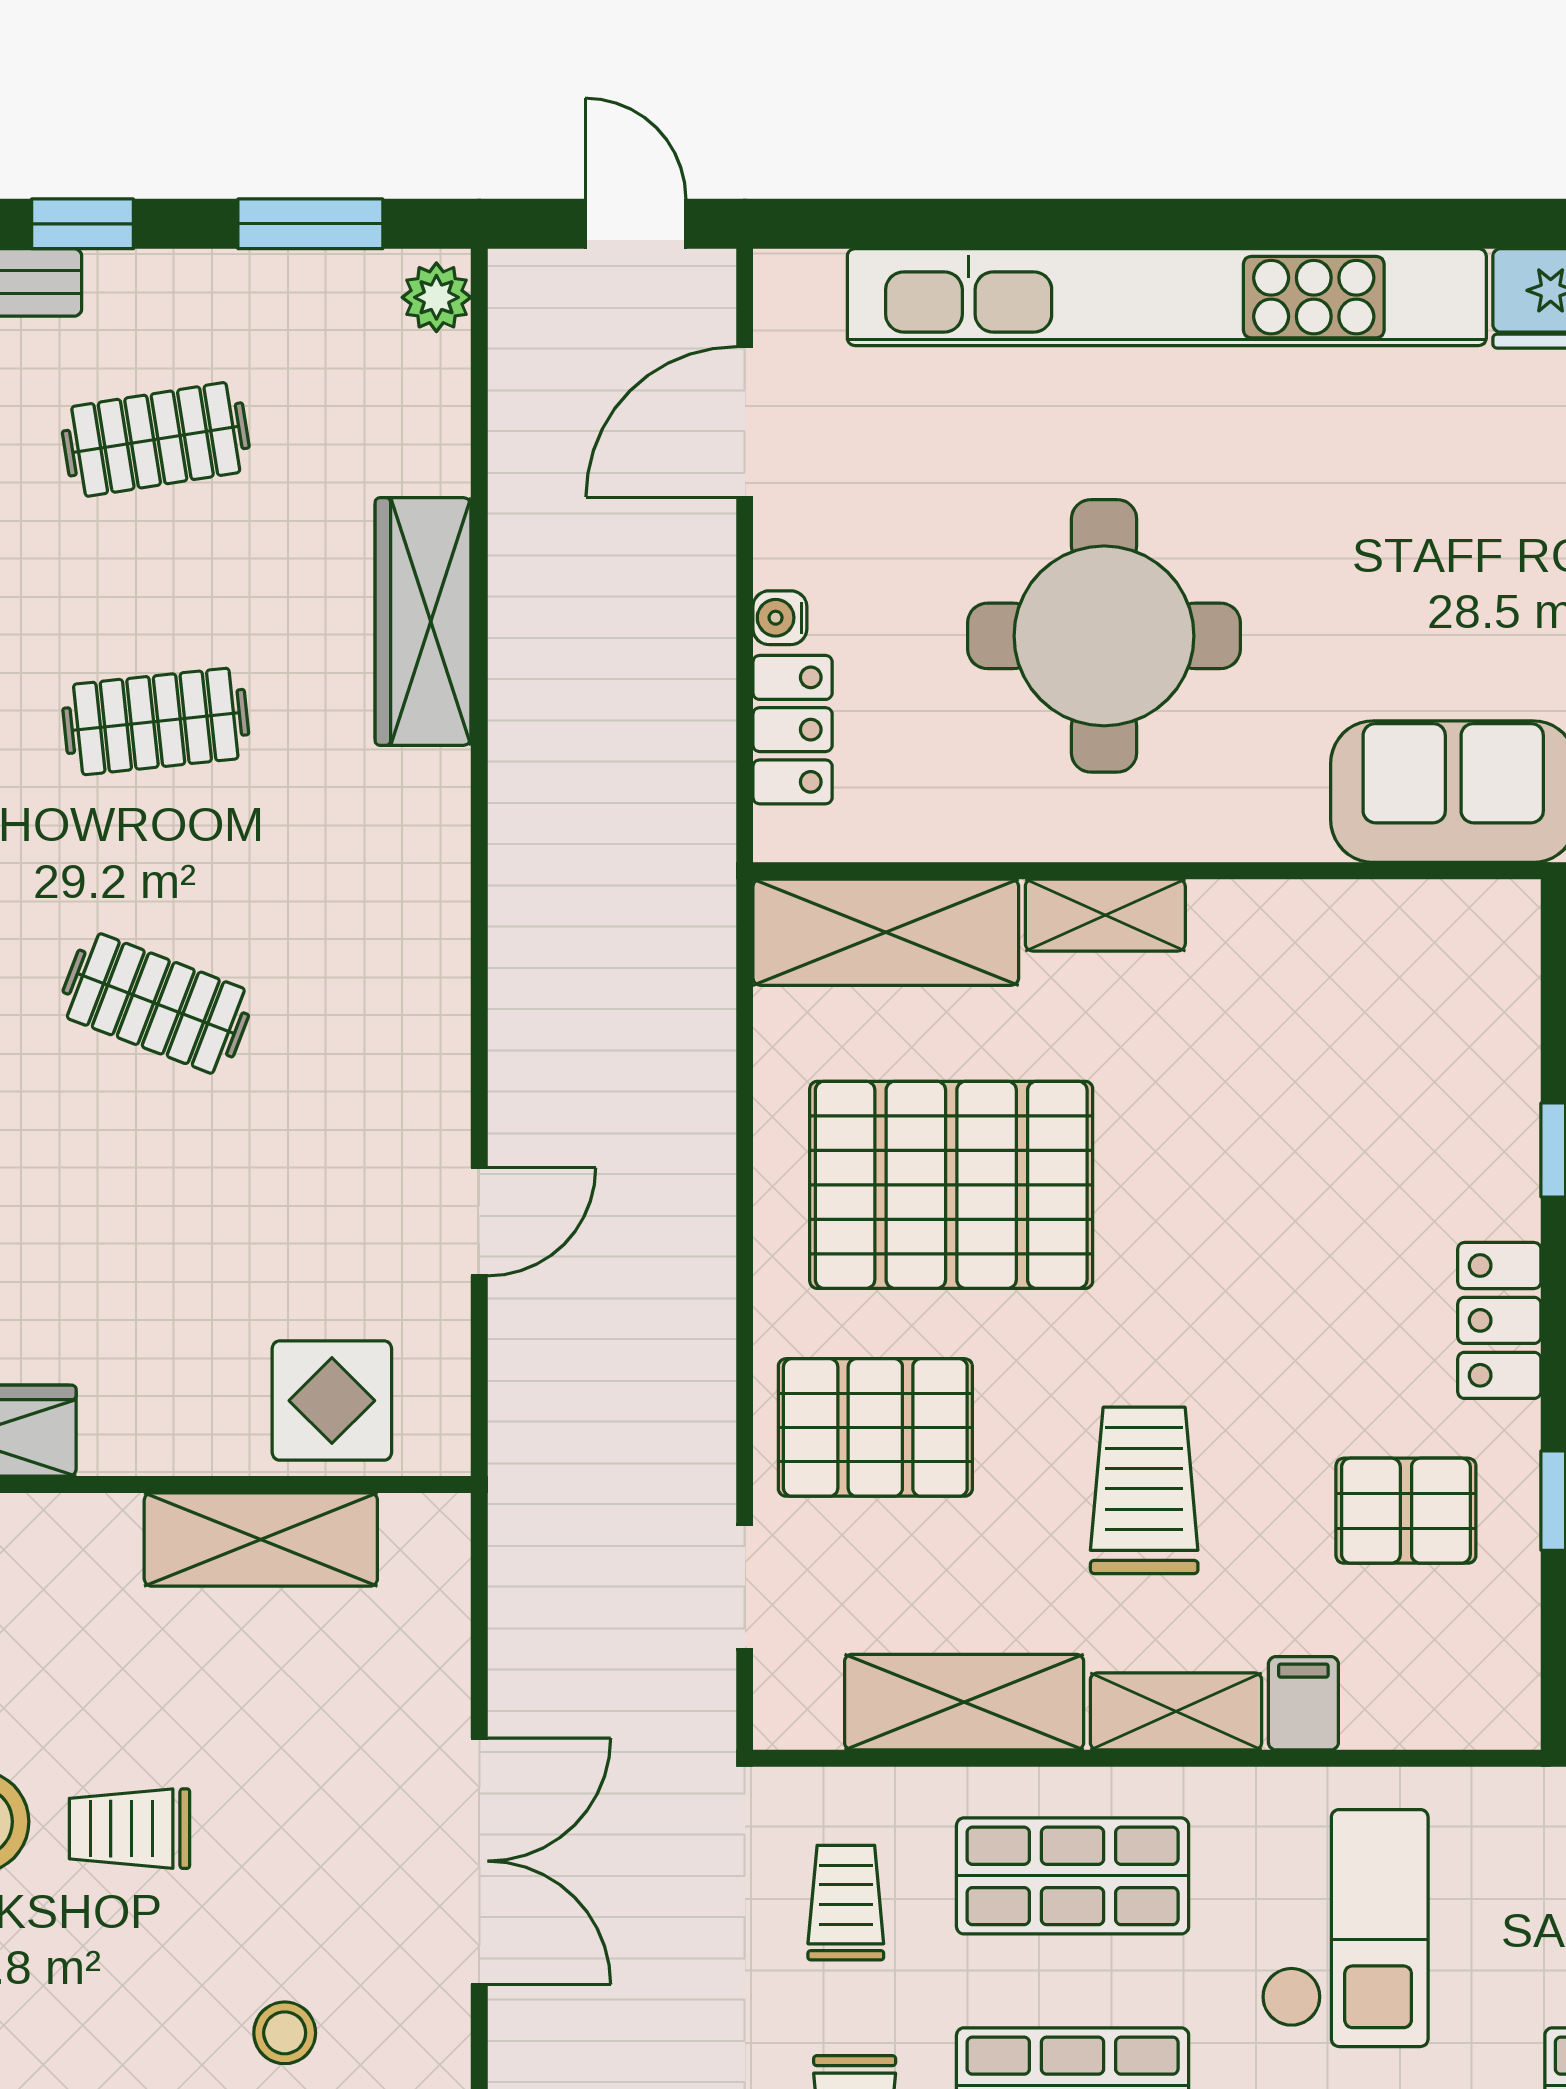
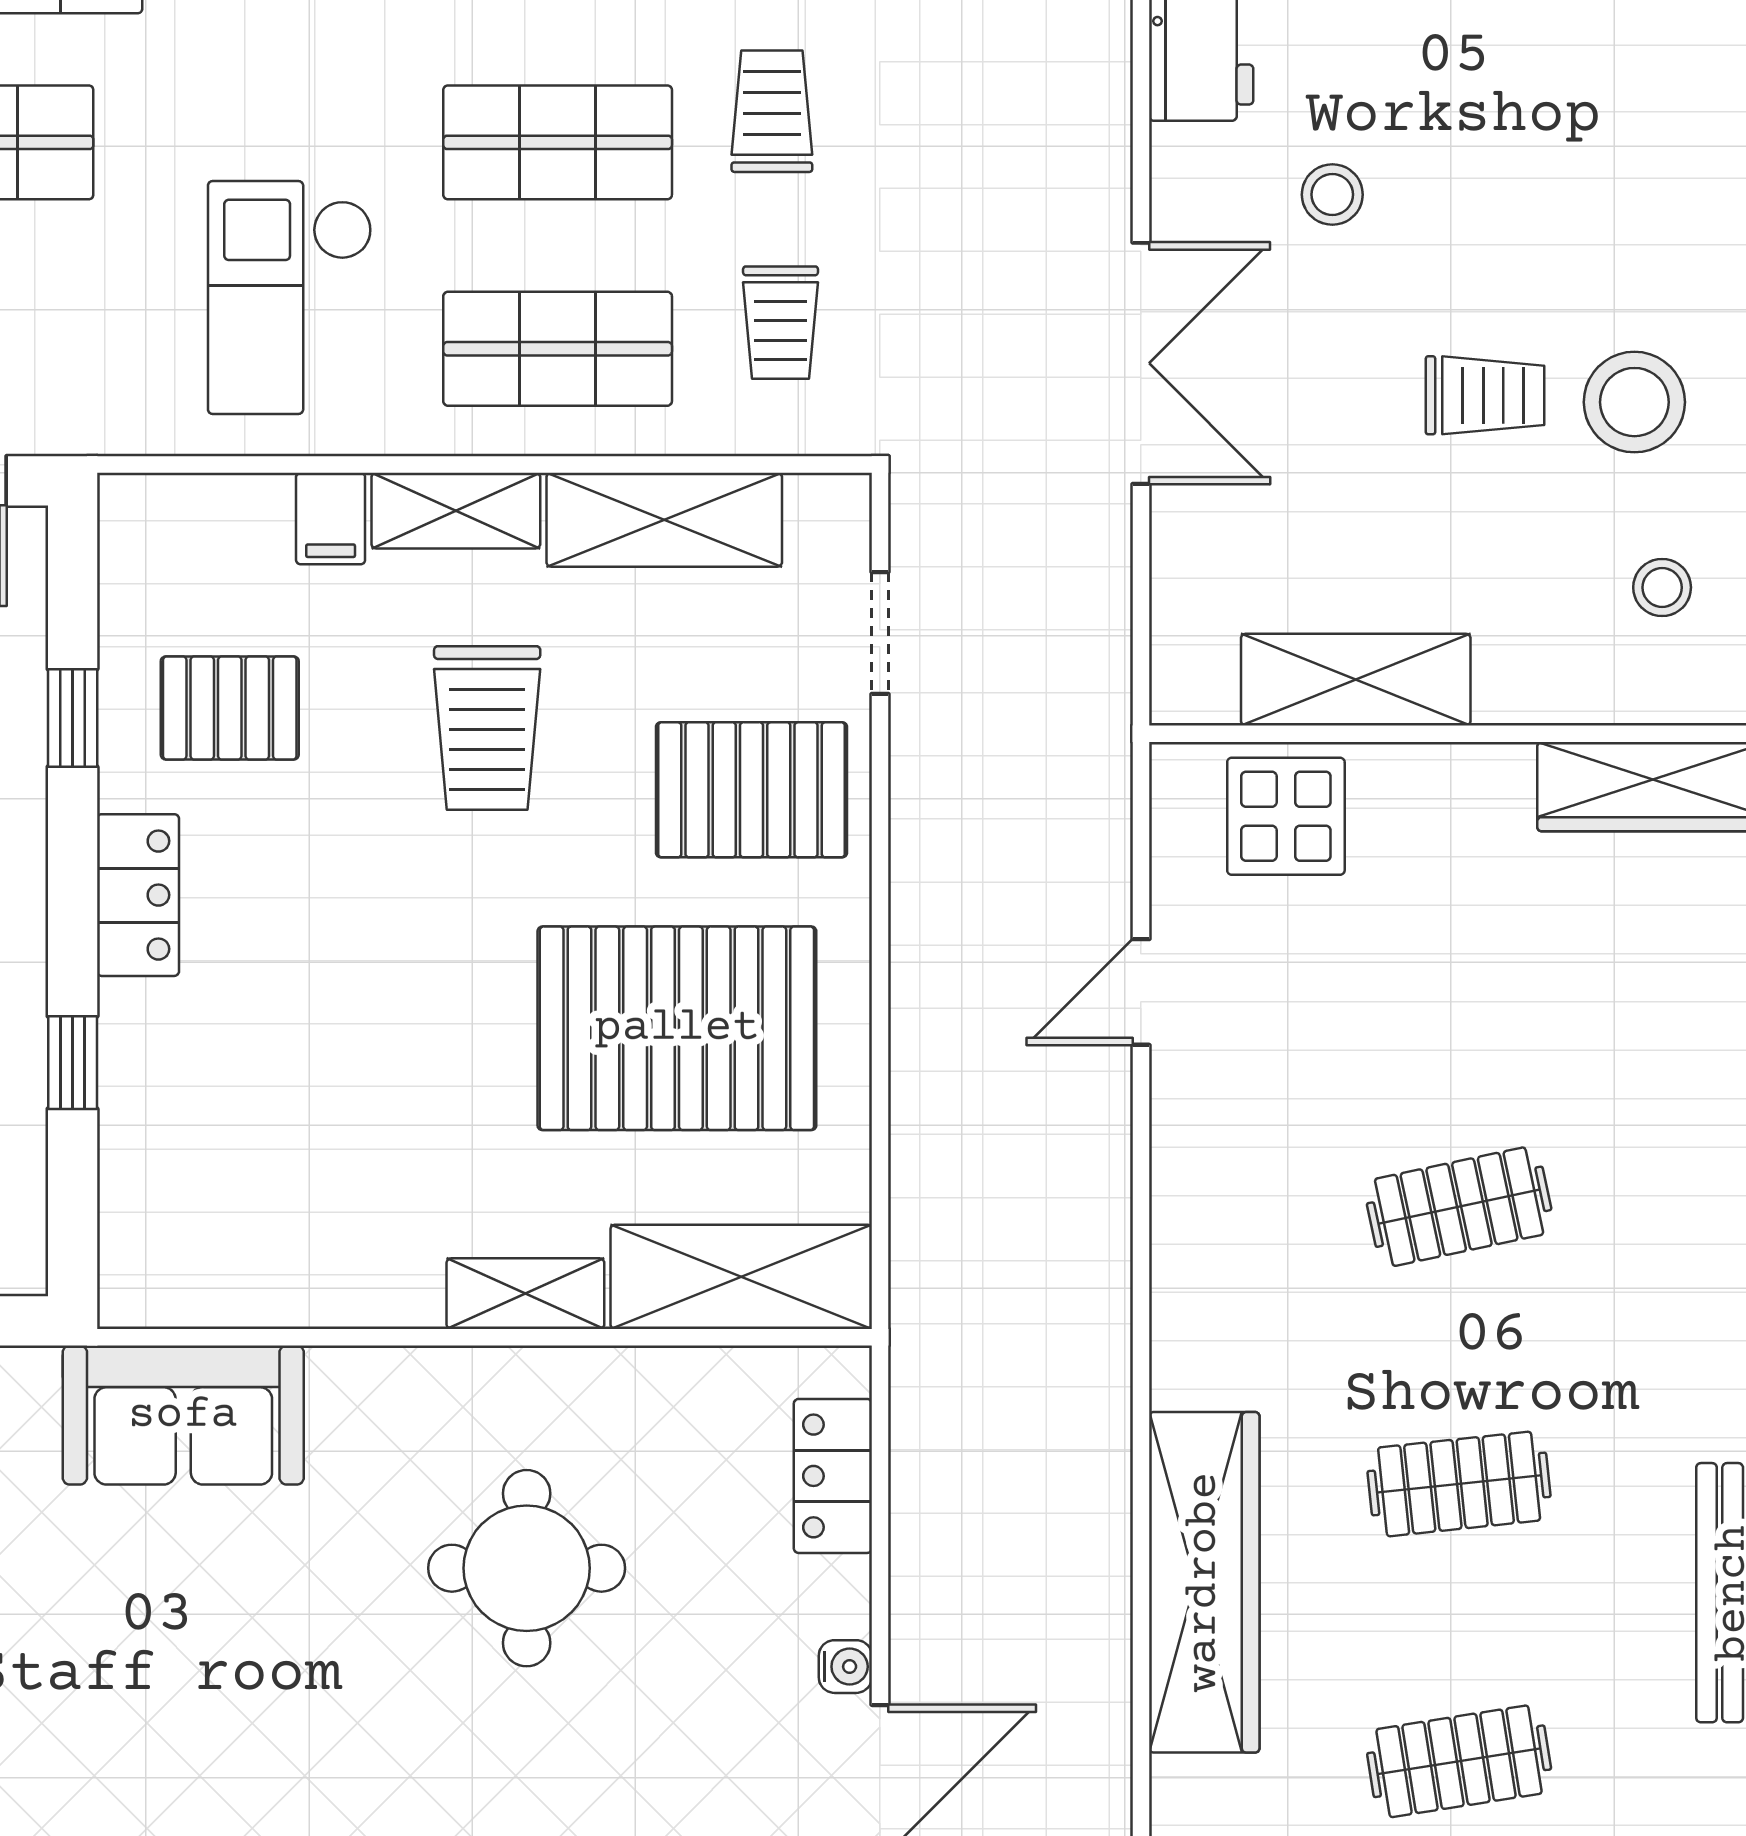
water cooler: (780, 618) -> (845, 1667), moved
wardrobe: (423, 622) -> (1204, 1582), width x1.40, depth x1.17
round table: (1104, 636) -> (527, 1568), width x0.73, depth x0.73
clothes rail: (156, 1003) -> (1459, 1207), turned -33
double door: (479, 1861) -> (1141, 363), swing flipped

